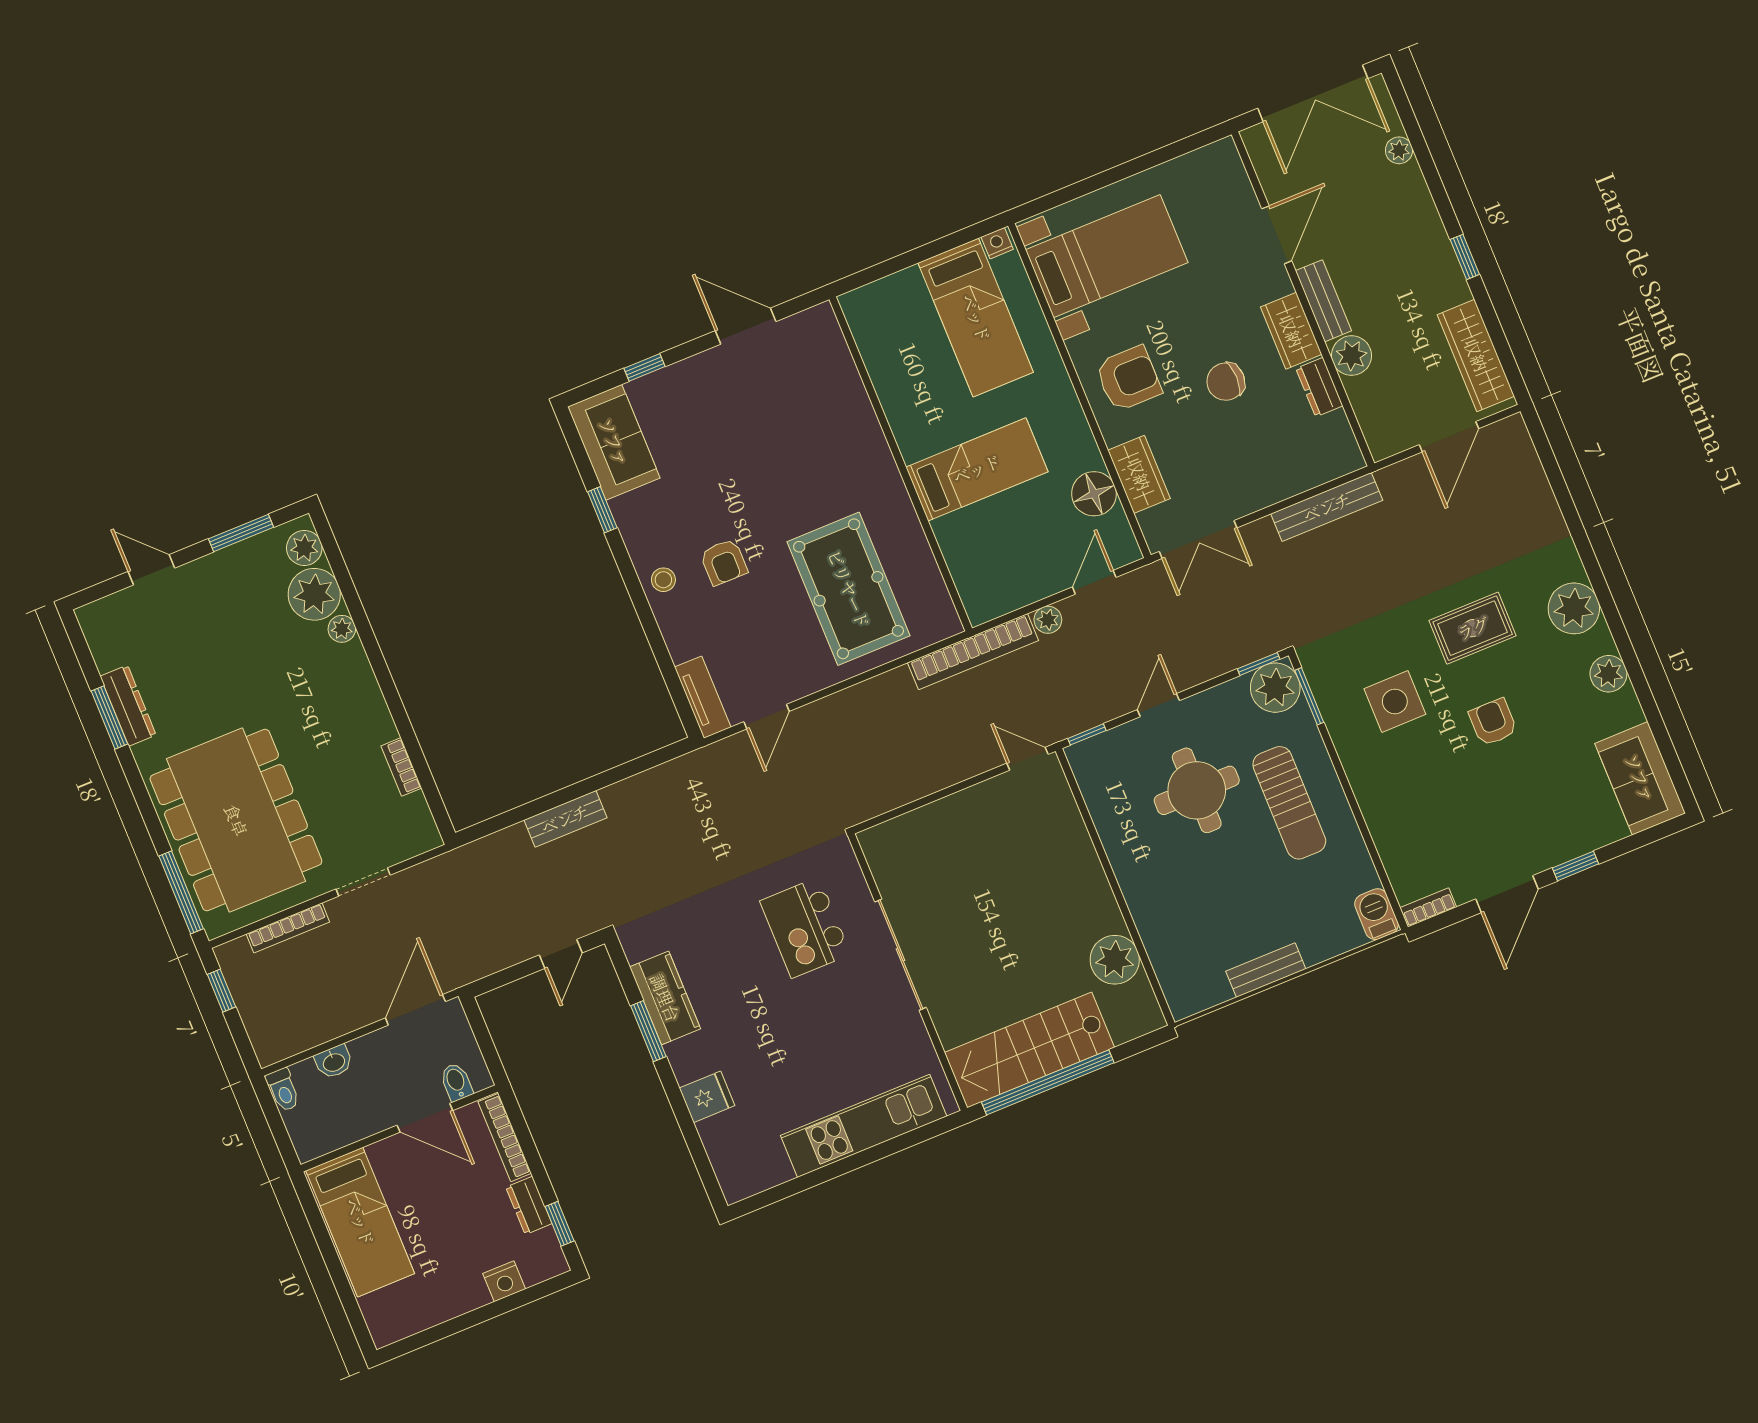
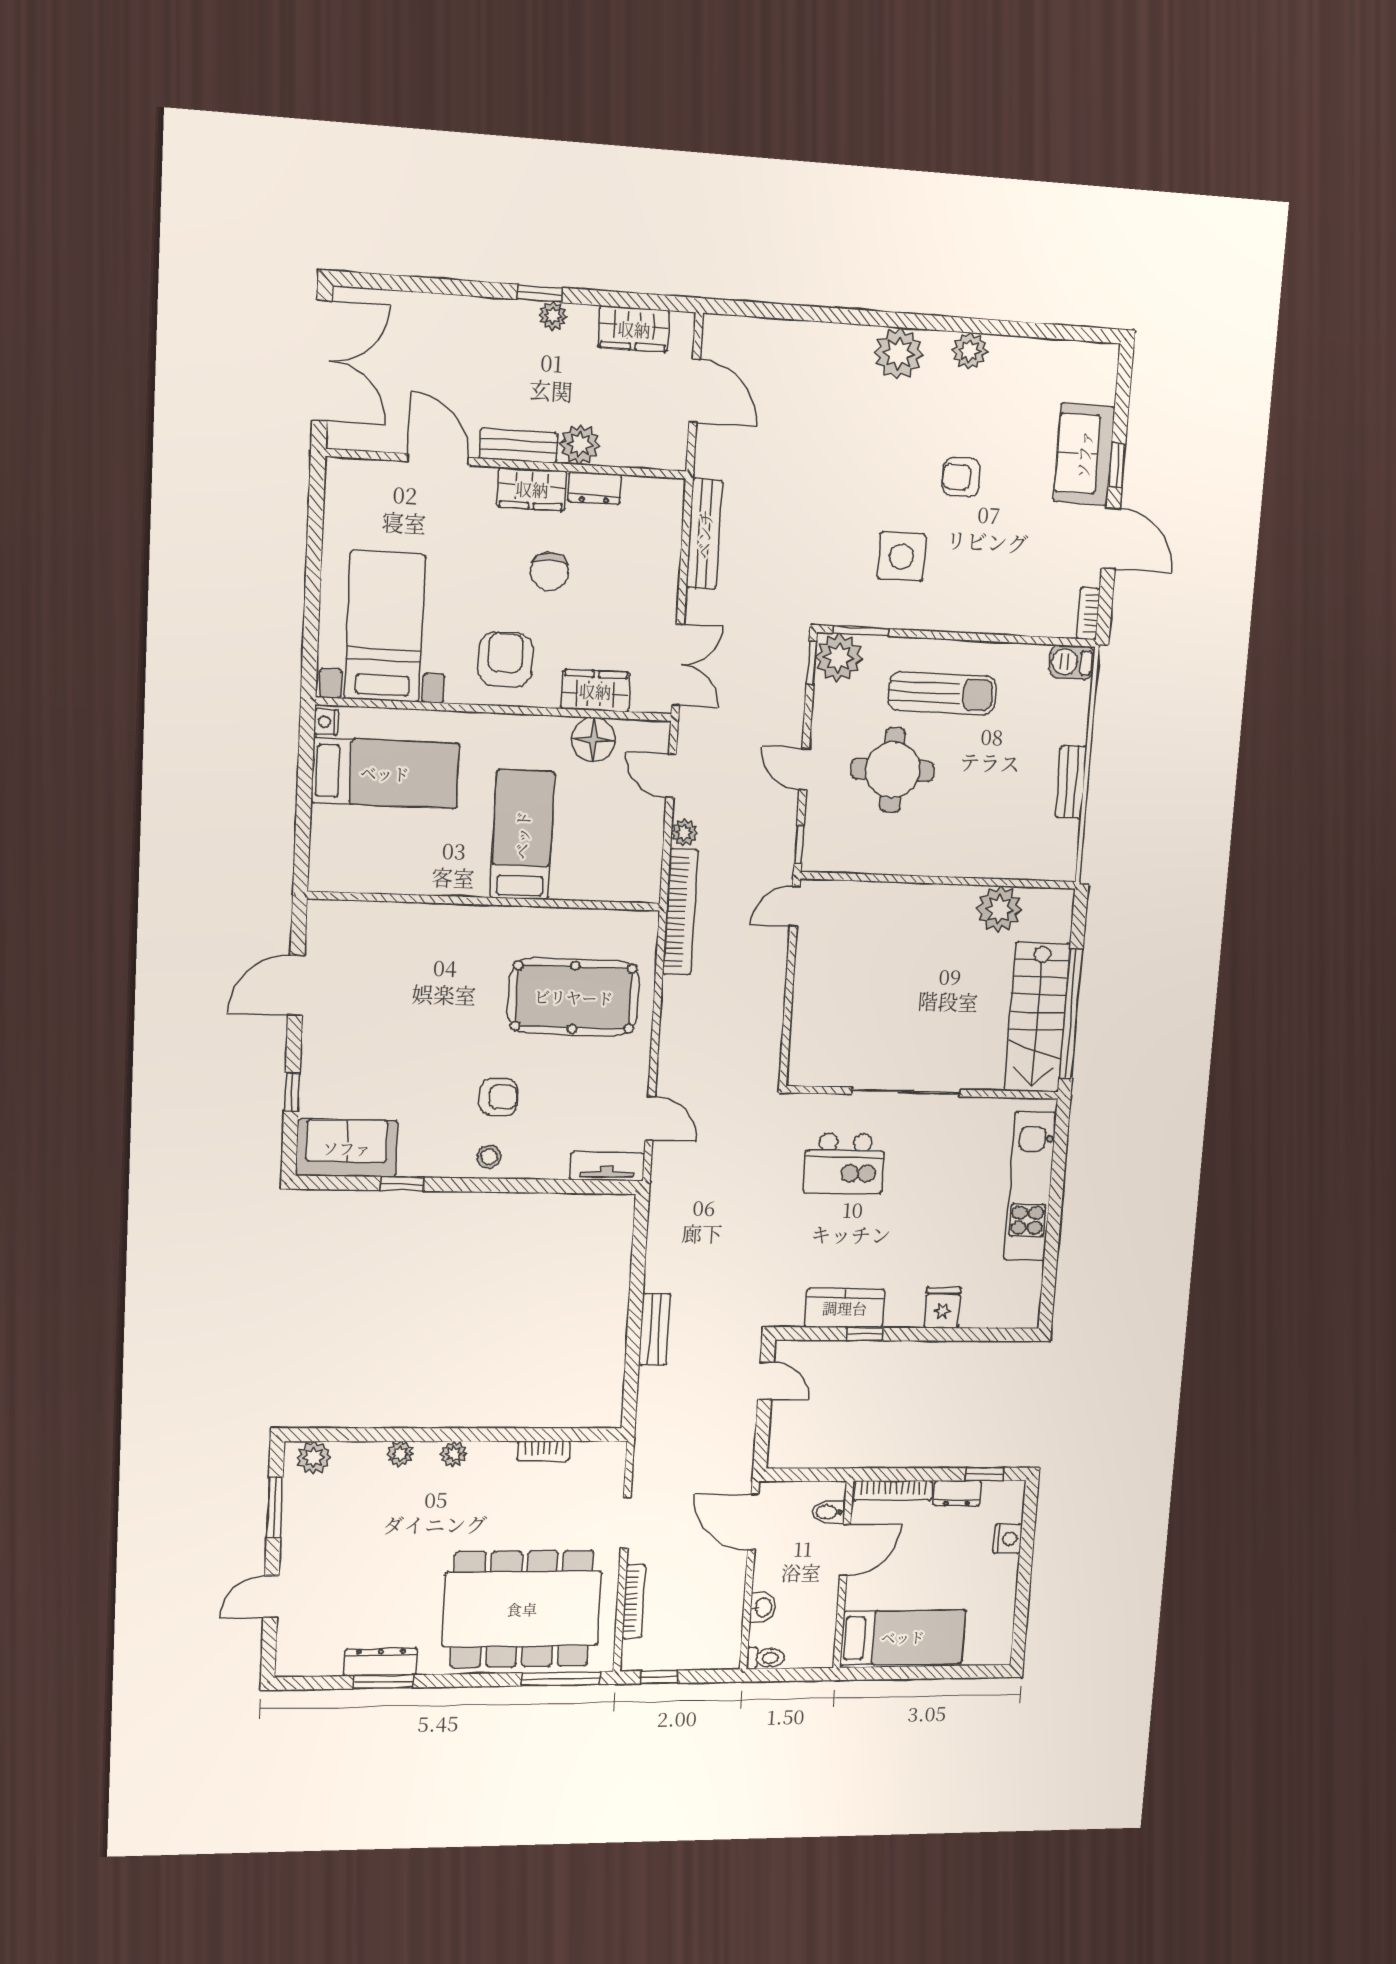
plant: (1399, 150) -> (553, 316), moved
wardrobe: (1476, 355) -> (634, 329), width x0.67
plant: (314, 594) -> (454, 1454), moved, width x0.53, depth x0.53
rug: (1473, 628) -> (872, 454), removed
sofa: (1640, 778) -> (1084, 454), moved, turned 90
window: (648, 1031) -> (865, 1334), width x0.67

